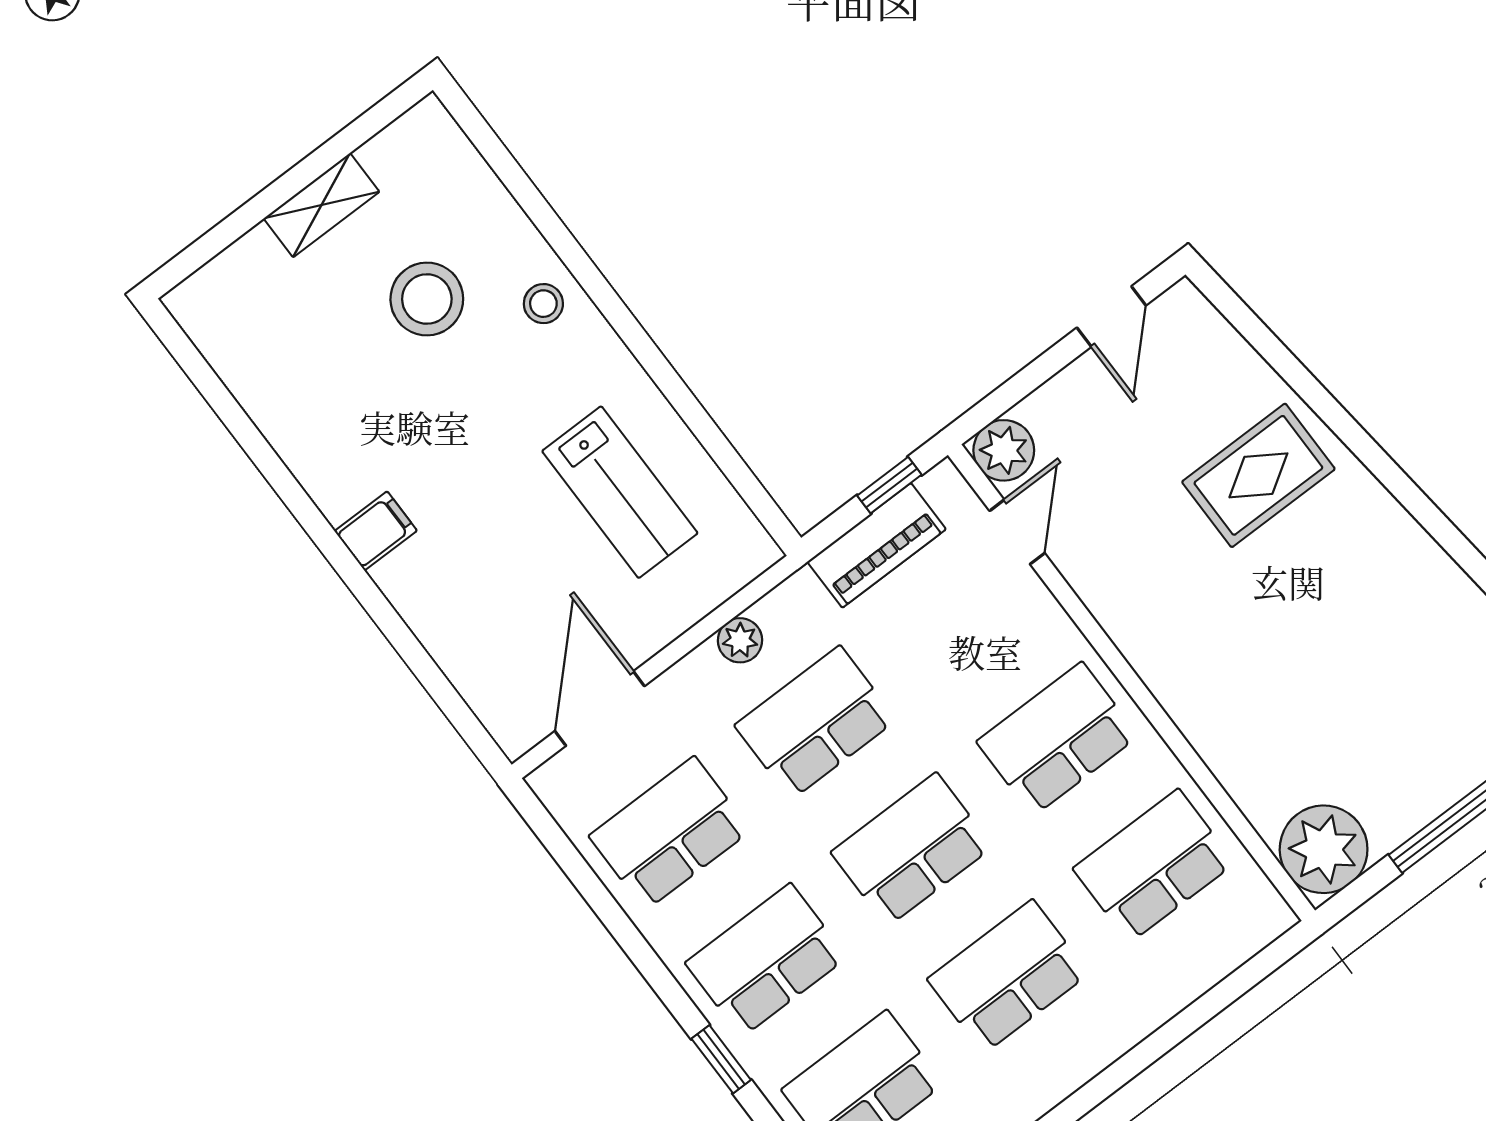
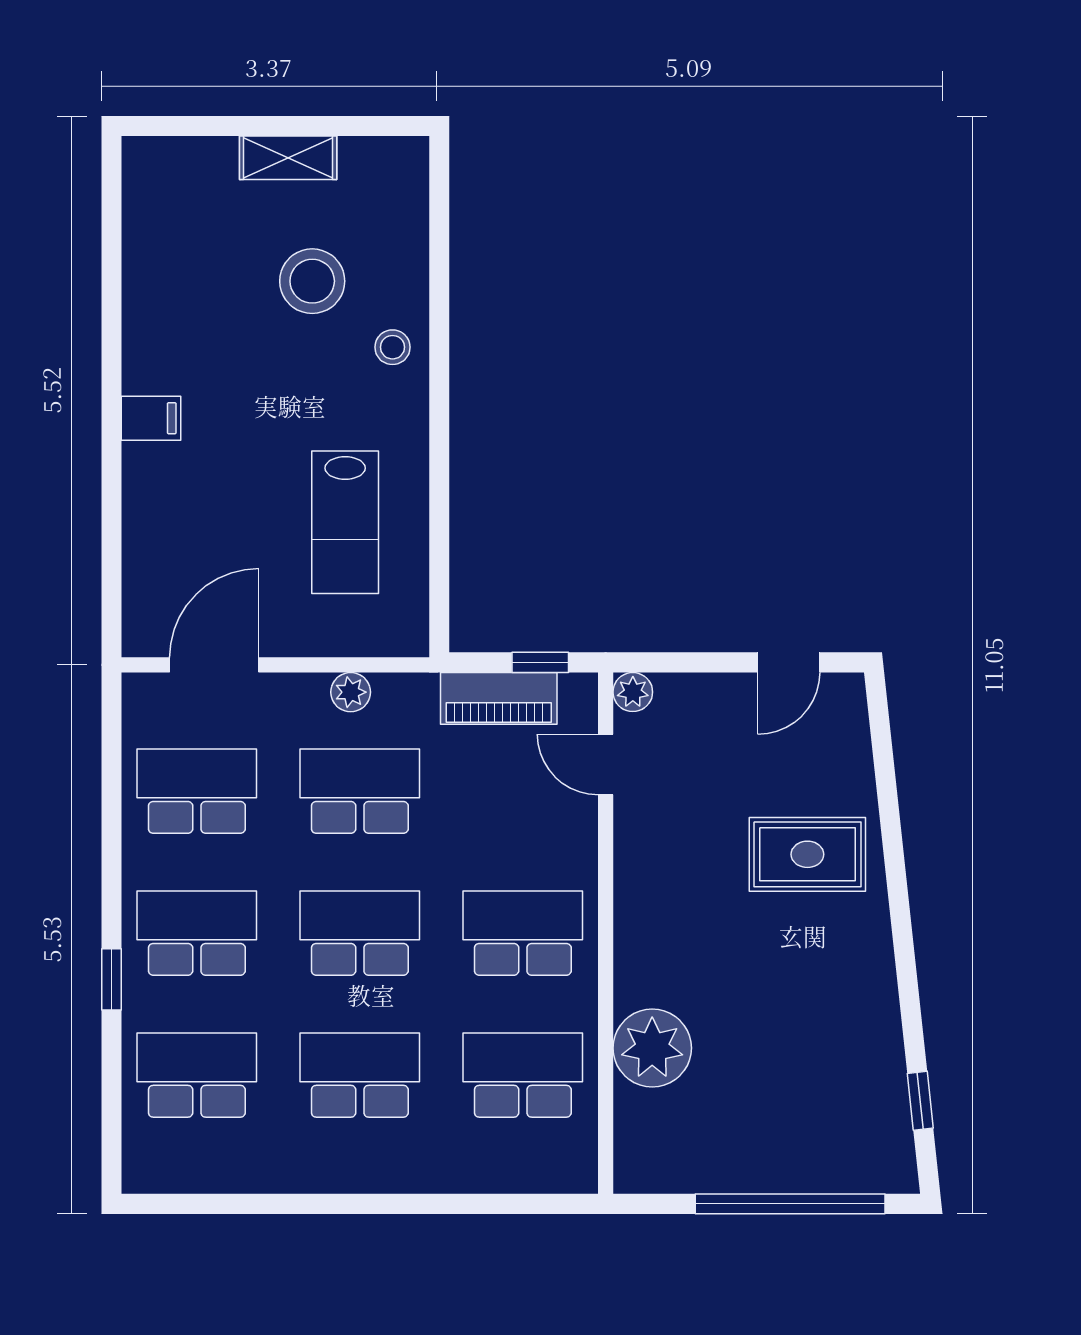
plant: (1004, 450) -> (633, 692), width x0.73, depth x0.73
door: (1017, 532) -> (606, 764), swing flipped
plant: (1324, 849) -> (652, 1048), moved

